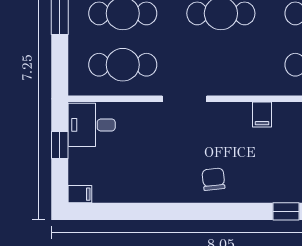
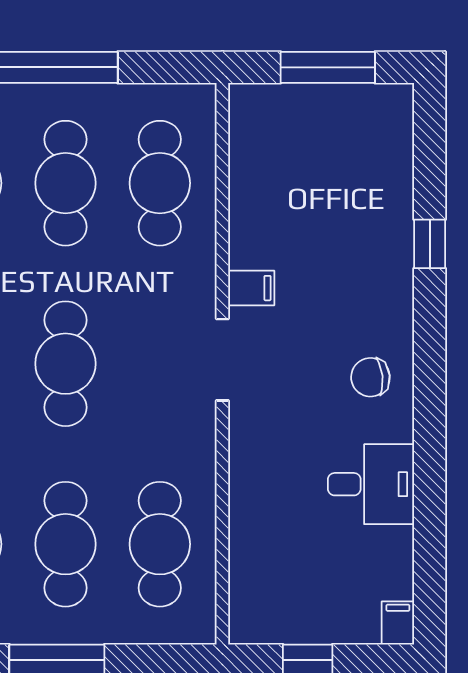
doorway: (184, 99) -> (222, 360), moved
desk: (92, 125) -> (371, 484), moved, turned -90

